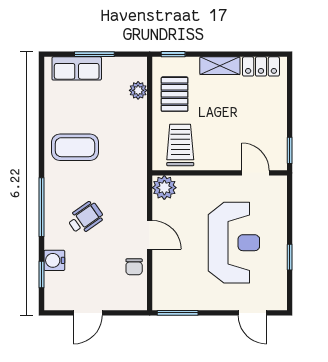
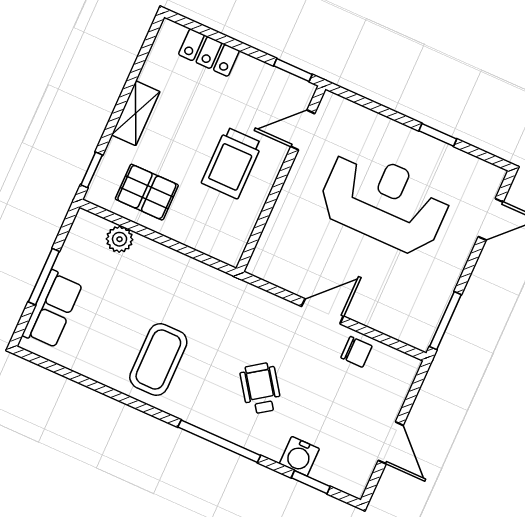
locker: (261, 66) -> (209, 53), moved, turned 90
trolley: (180, 145) -> (232, 163), moved, turned -90
plant: (164, 188) -> (267, 263), removed

